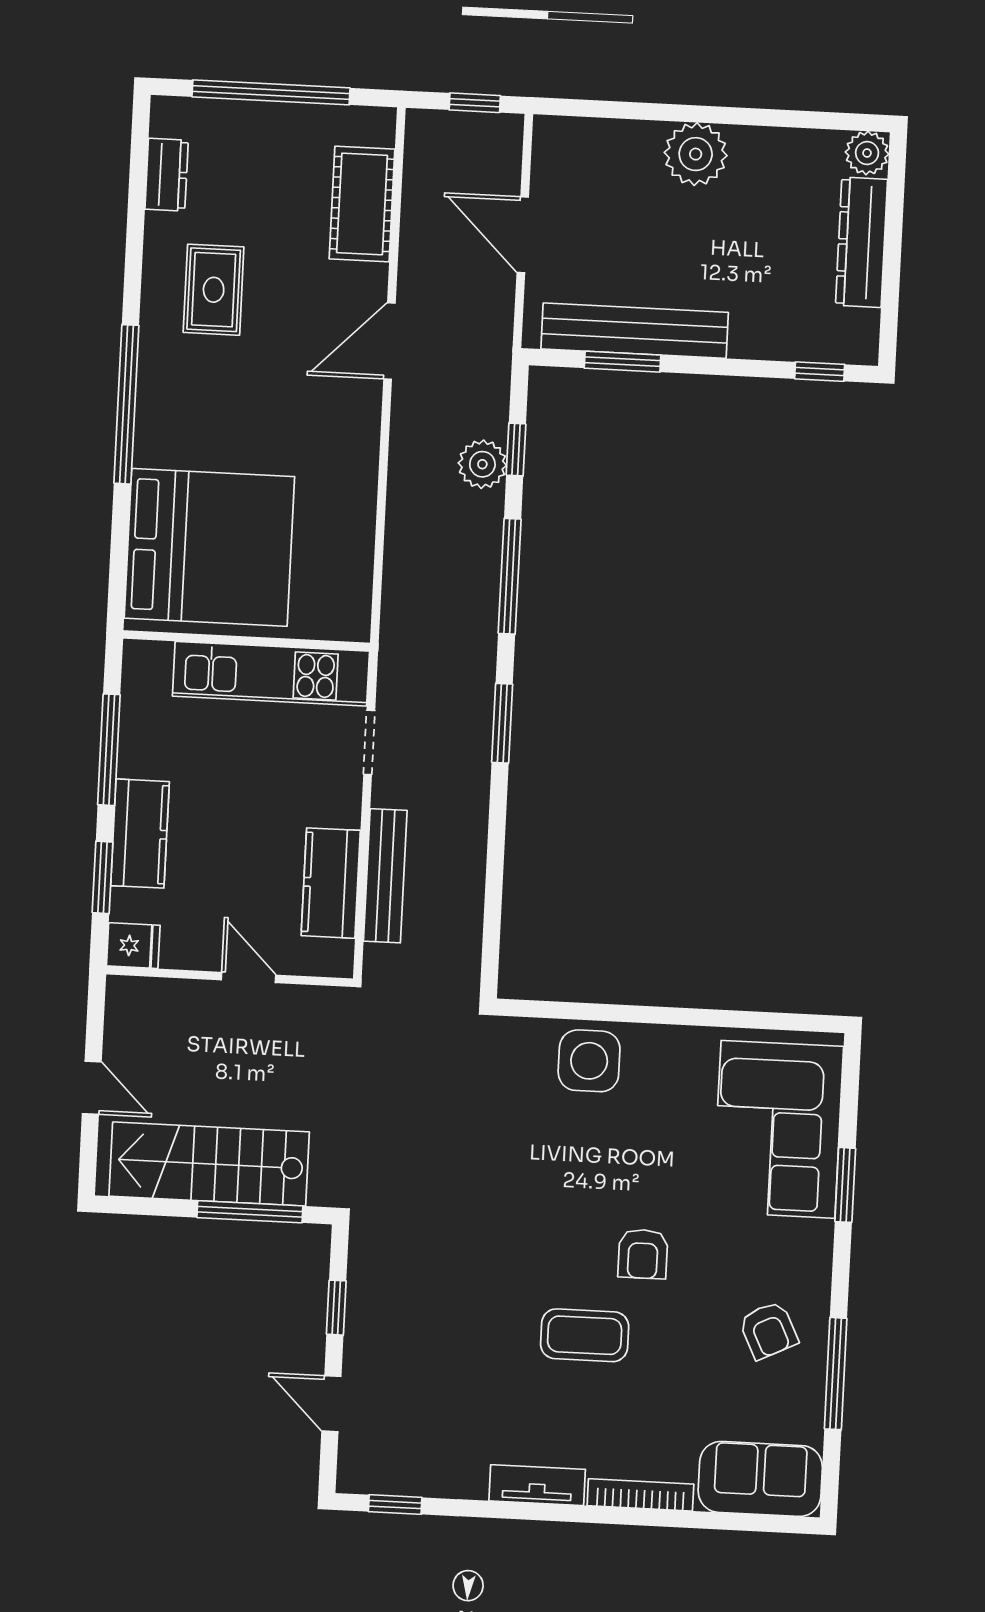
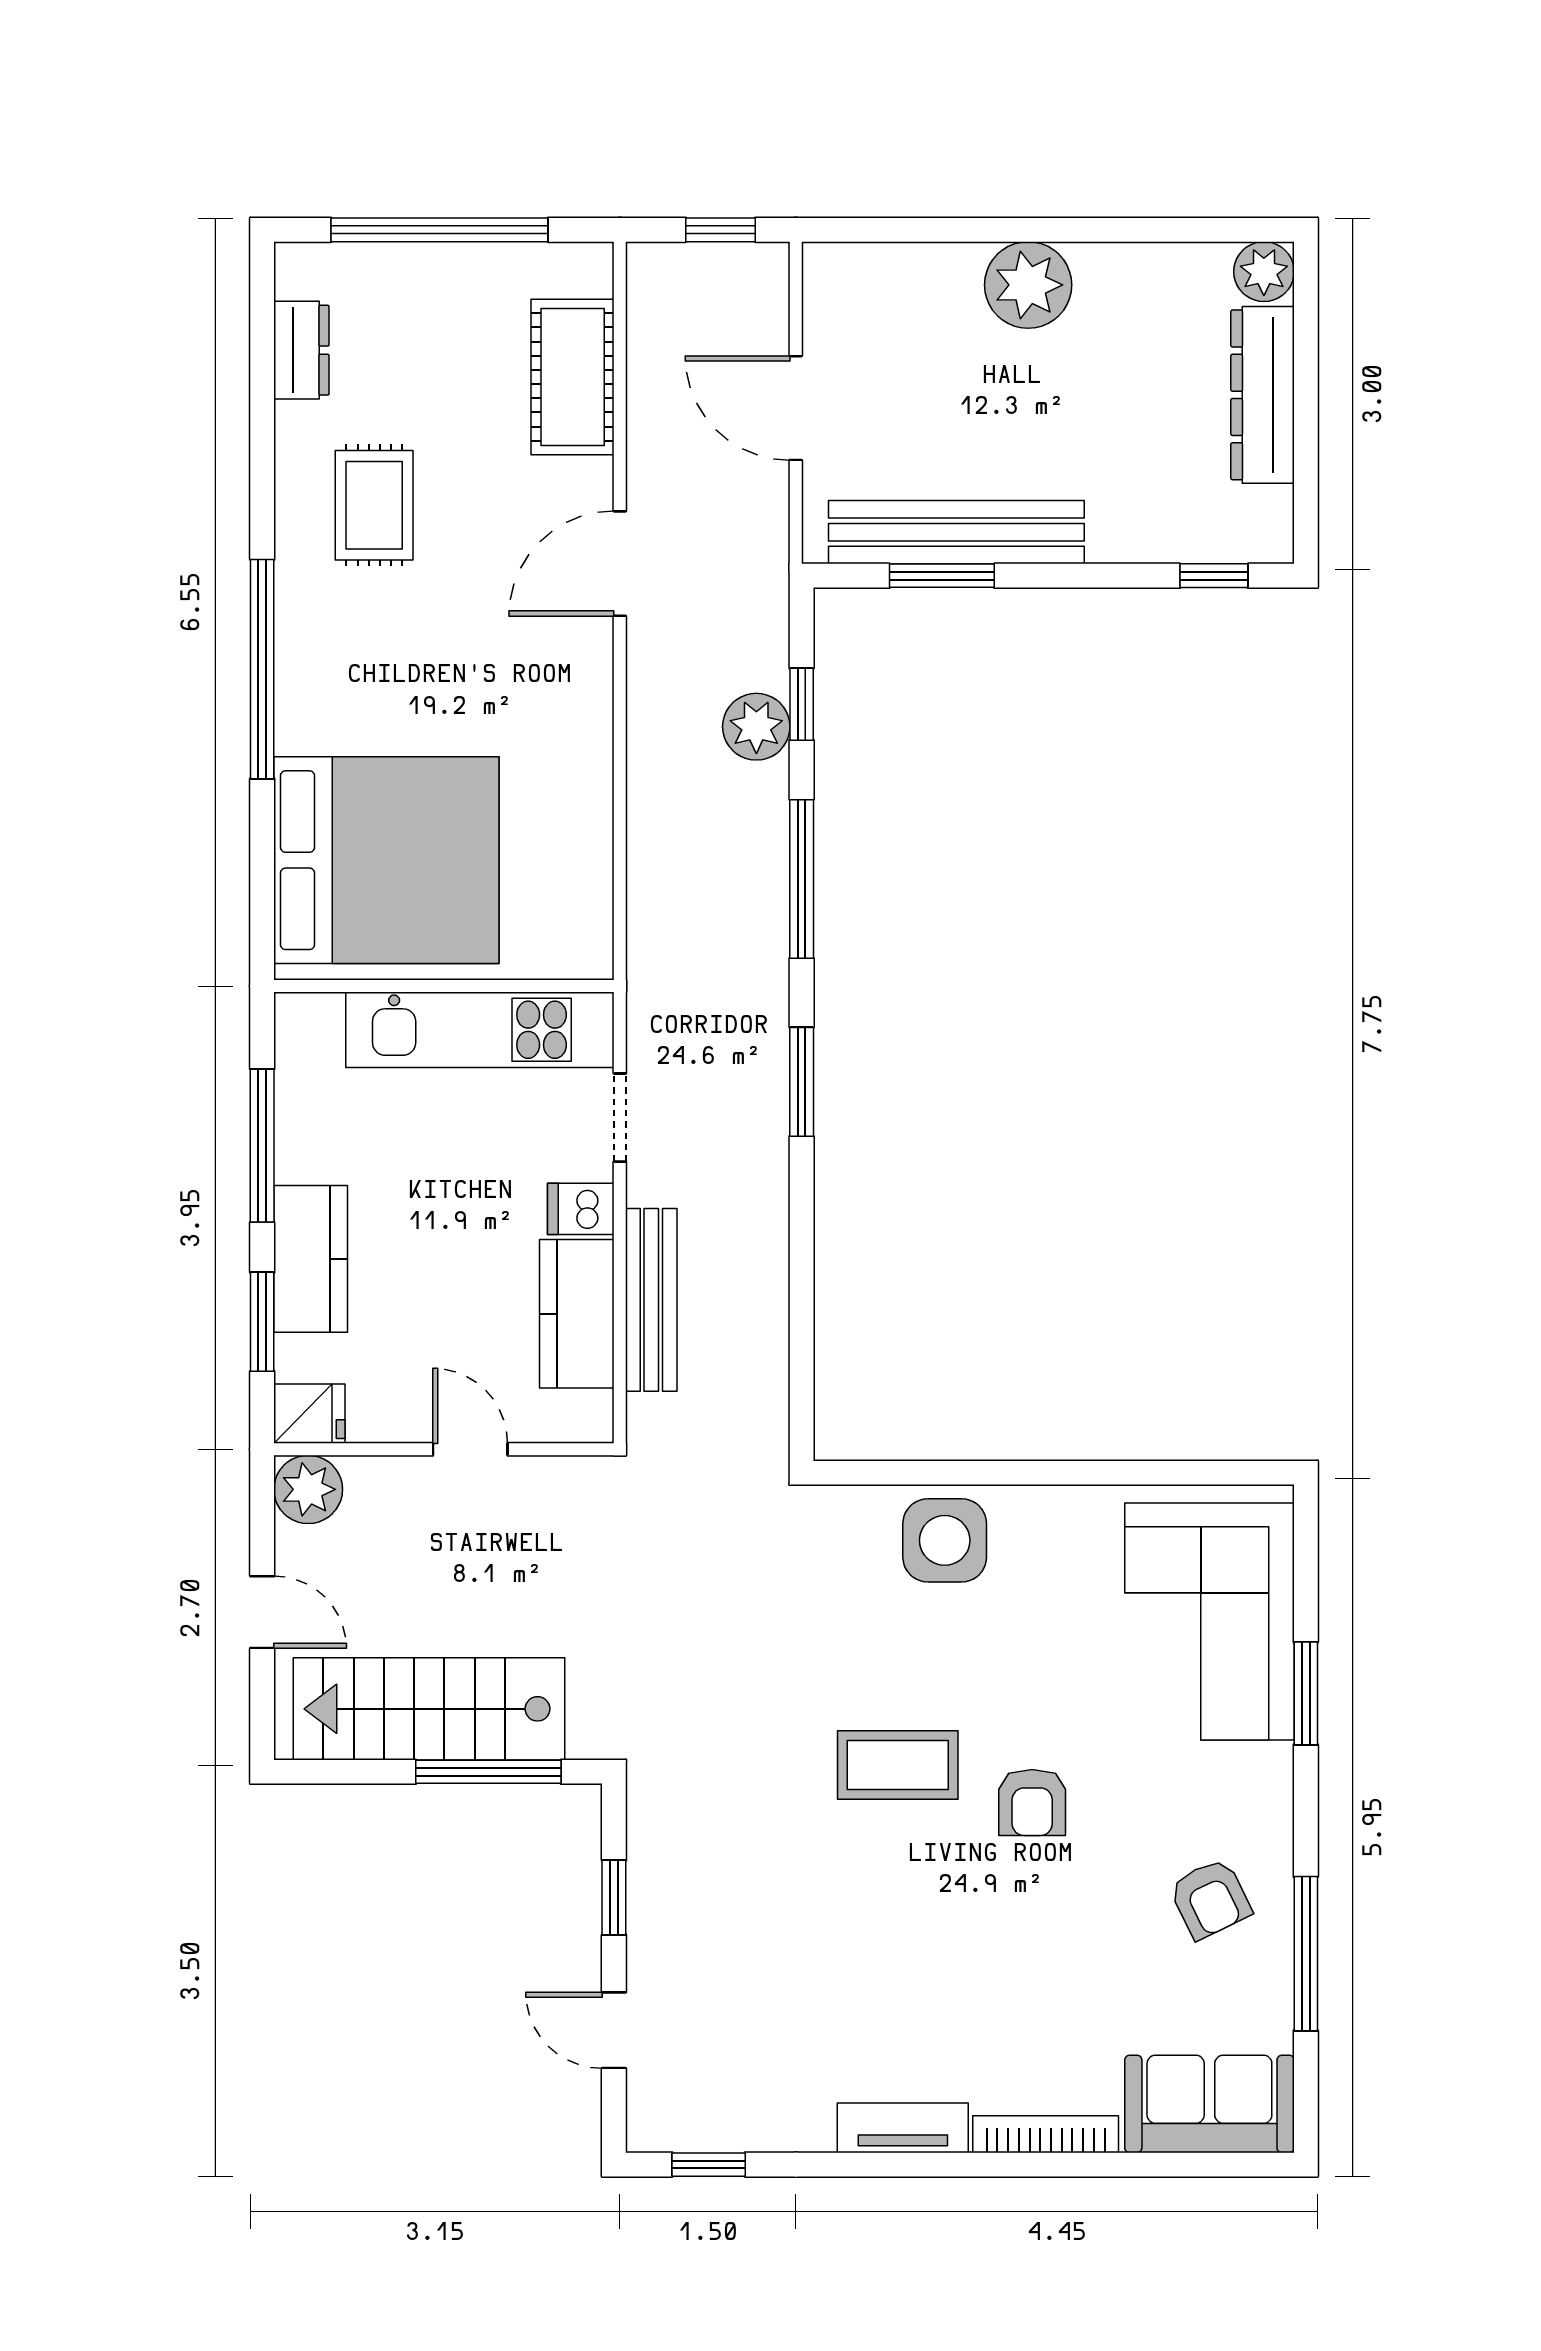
dishwasher: (338, 807) -> (581, 1209), added
plant: (130, 1001) -> (308, 1489), added
coffee table: (585, 1335) -> (898, 1765), moved

